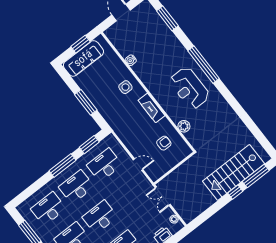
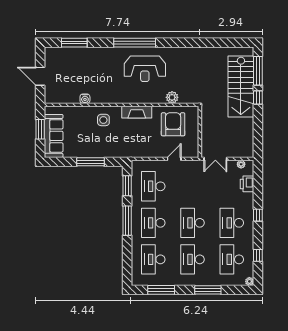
armchair: (164, 143) -> (173, 124), width x1.88, depth x1.88

